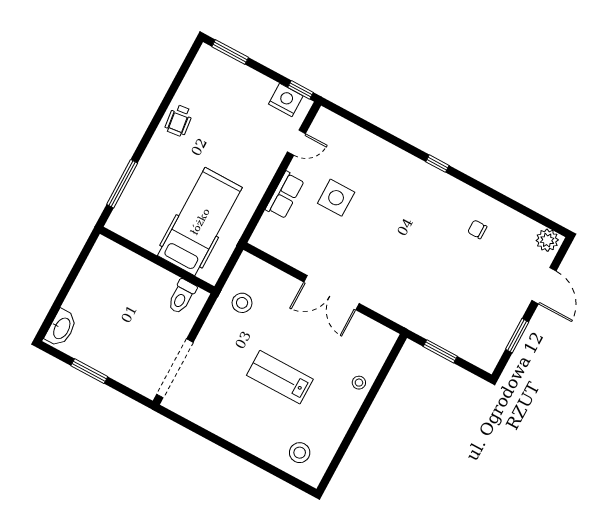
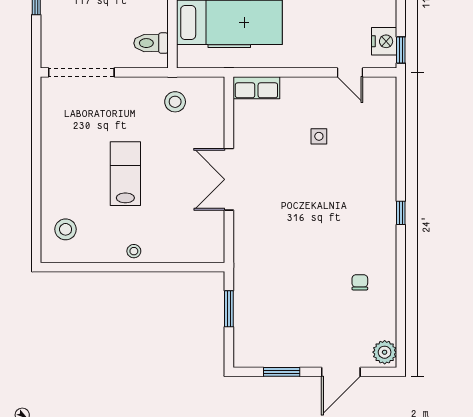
row of seats: (285, 195) -> (256, 88), moved
side table: (336, 198) -> (319, 136), width x0.54, depth x0.54
stool: (359, 383) -> (134, 251), moved

